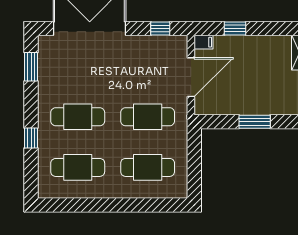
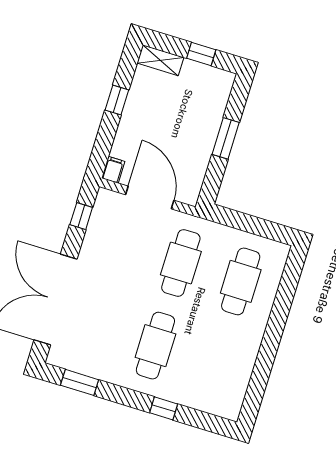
window: (235, 29) -> (117, 100), moved
cafe table: (78, 167) -> (215, 364), removed

